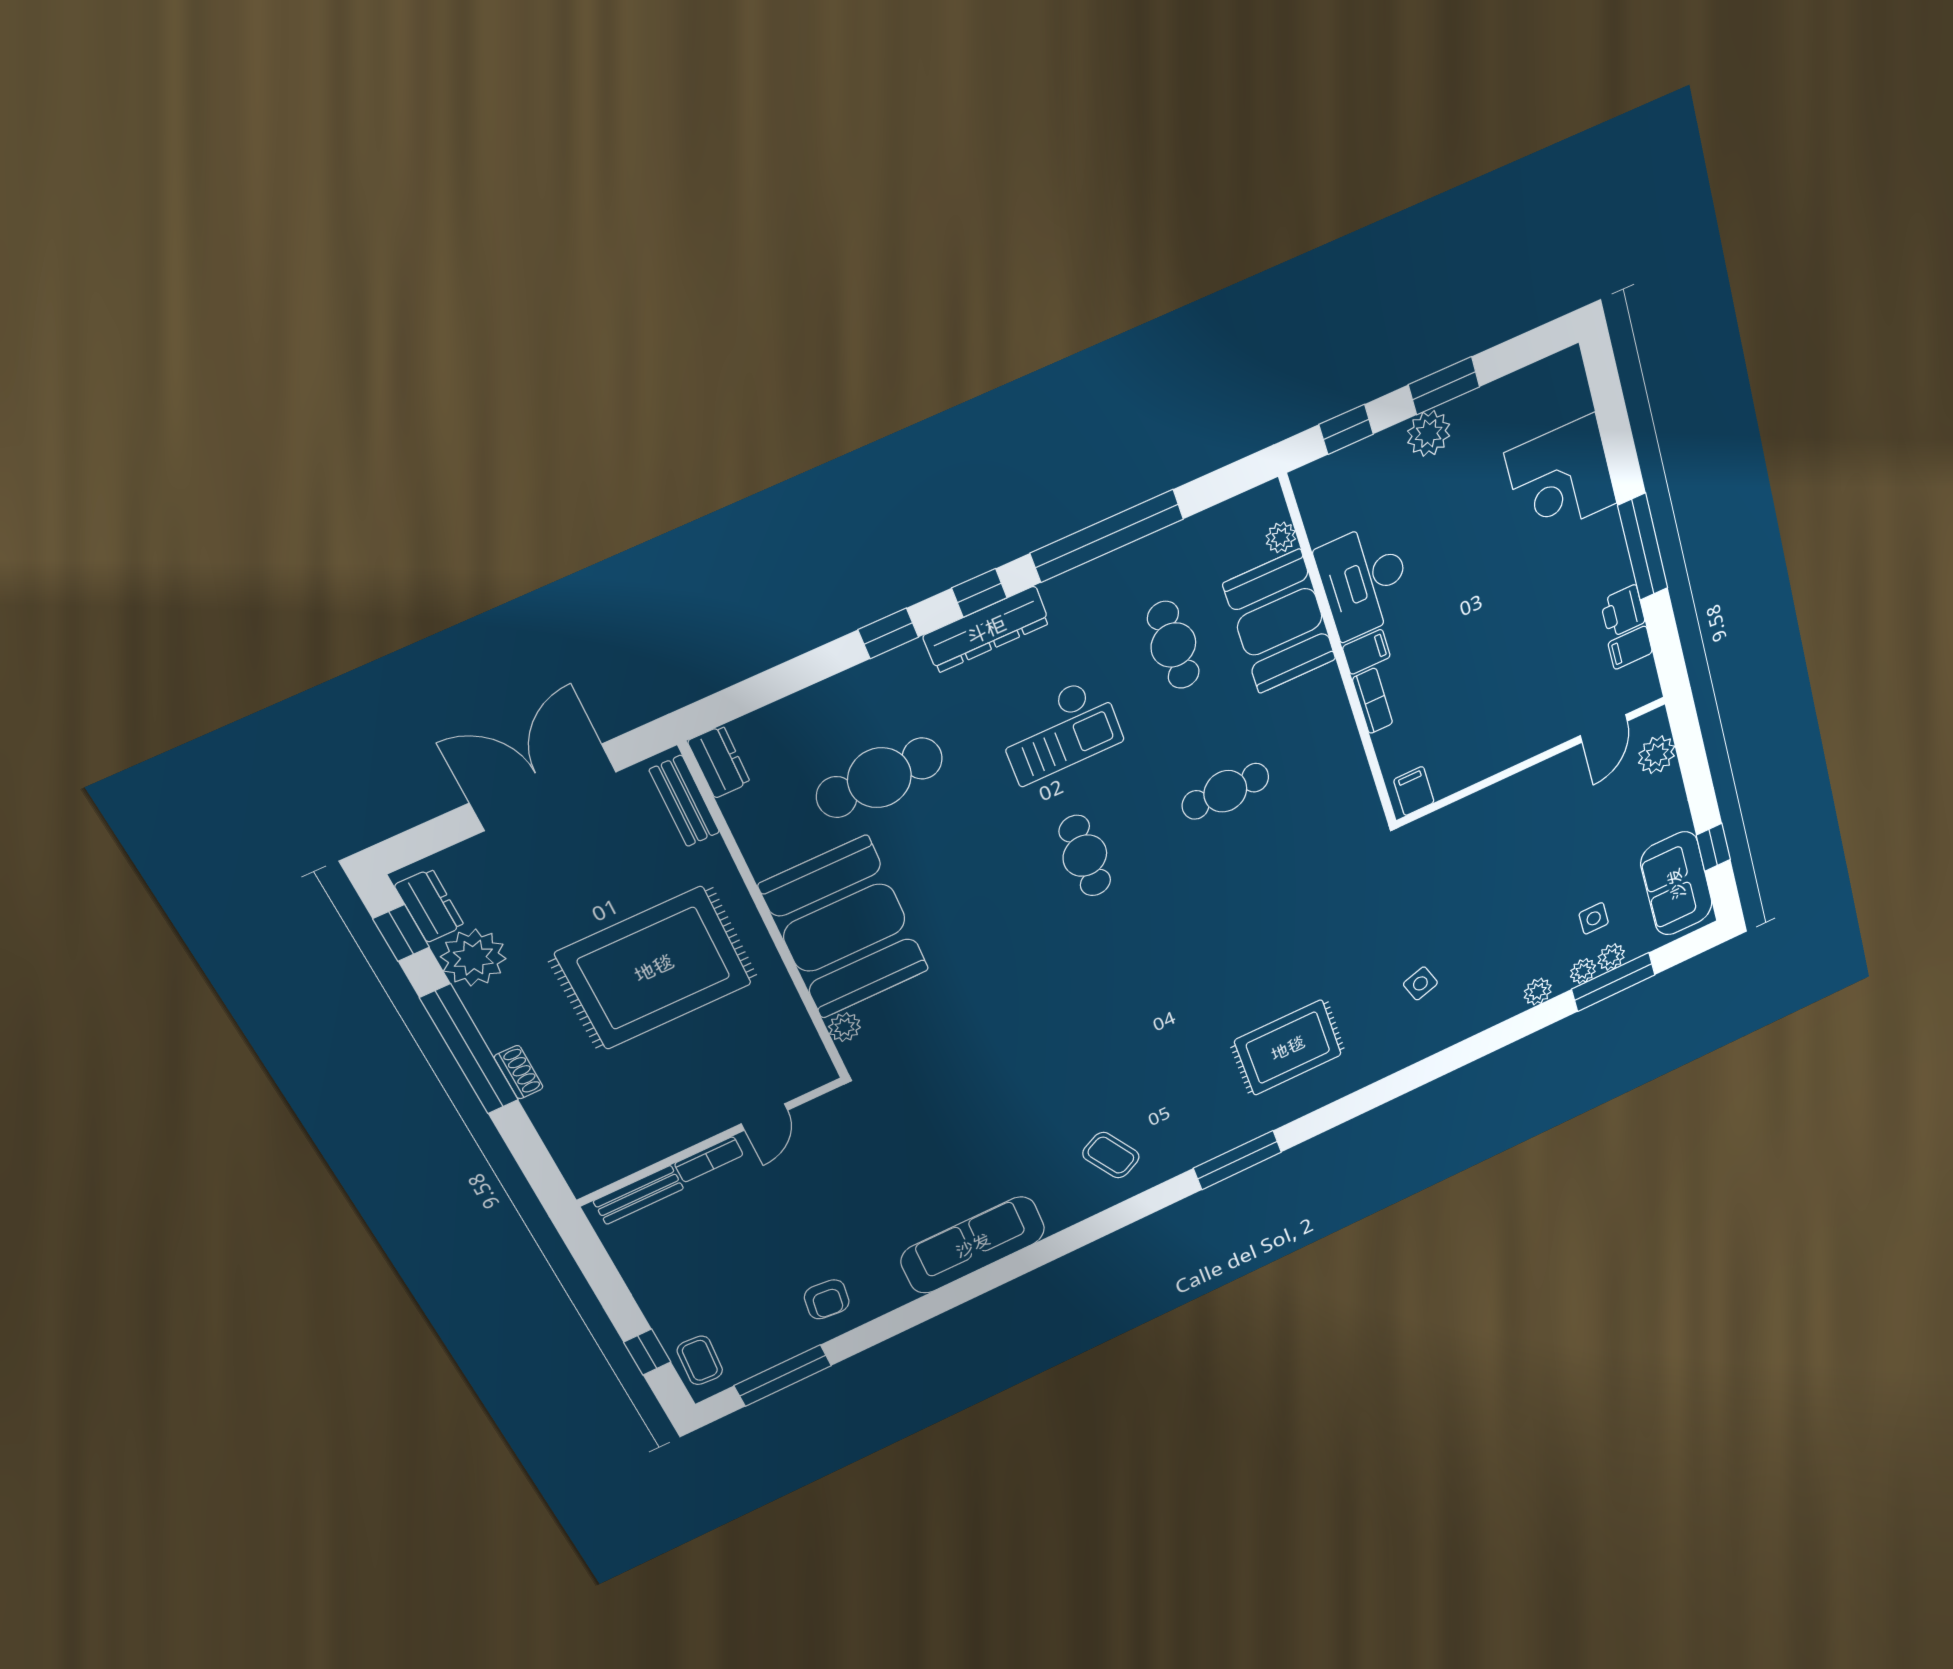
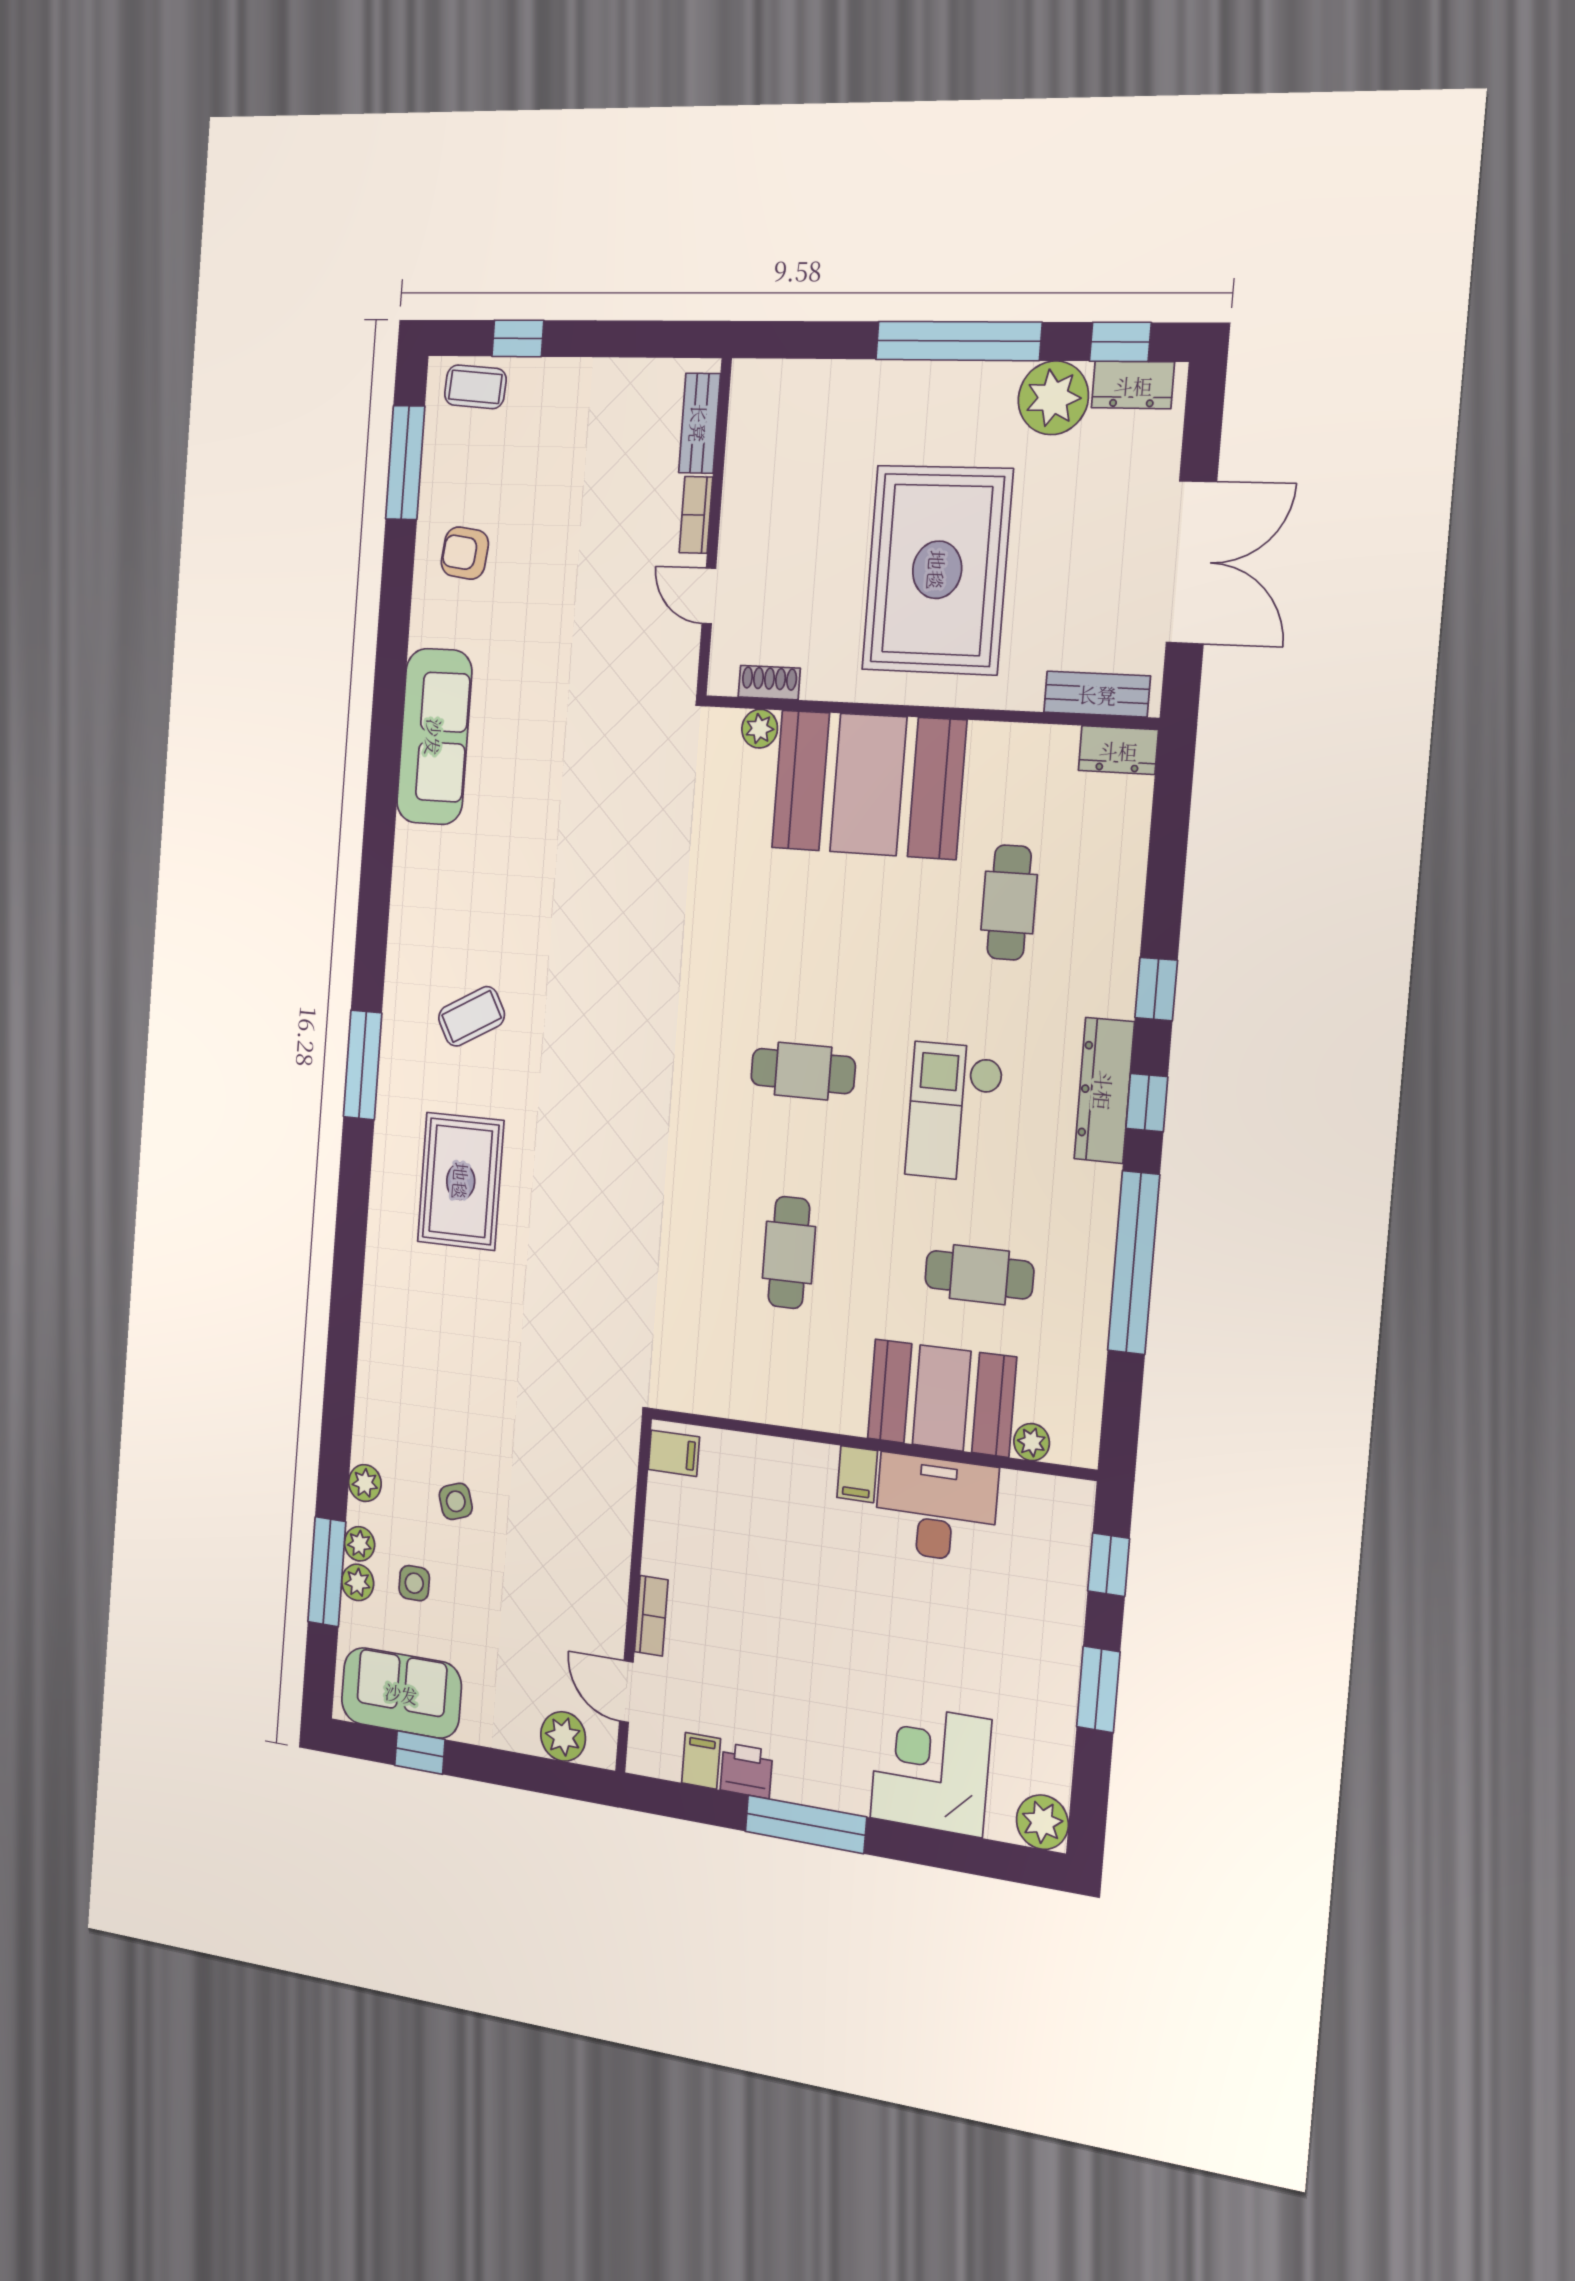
plant: (1429, 433) -> (1042, 1822), moved
bookcase: (1372, 701) -> (651, 1616), moved, turned -90
cafe table: (879, 778) -> (1009, 902), width x0.73, depth x0.74
side table: (1420, 983) -> (456, 1501), moved
shoe rack: (519, 1072) -> (769, 683), moved, turned 180
coffee table: (1111, 1155) -> (472, 1016), moved

